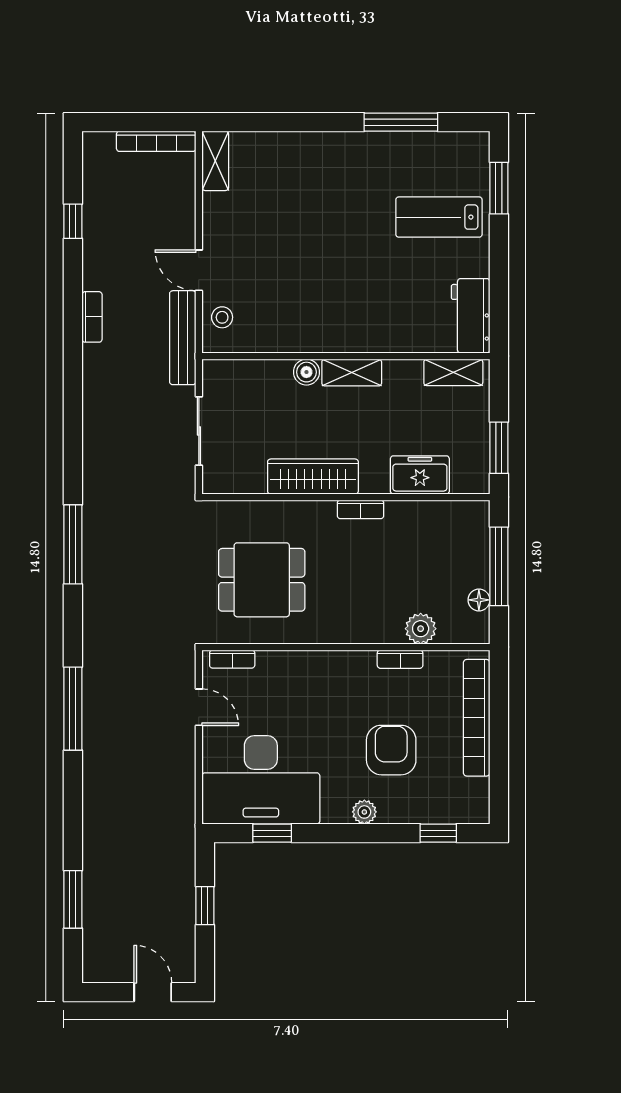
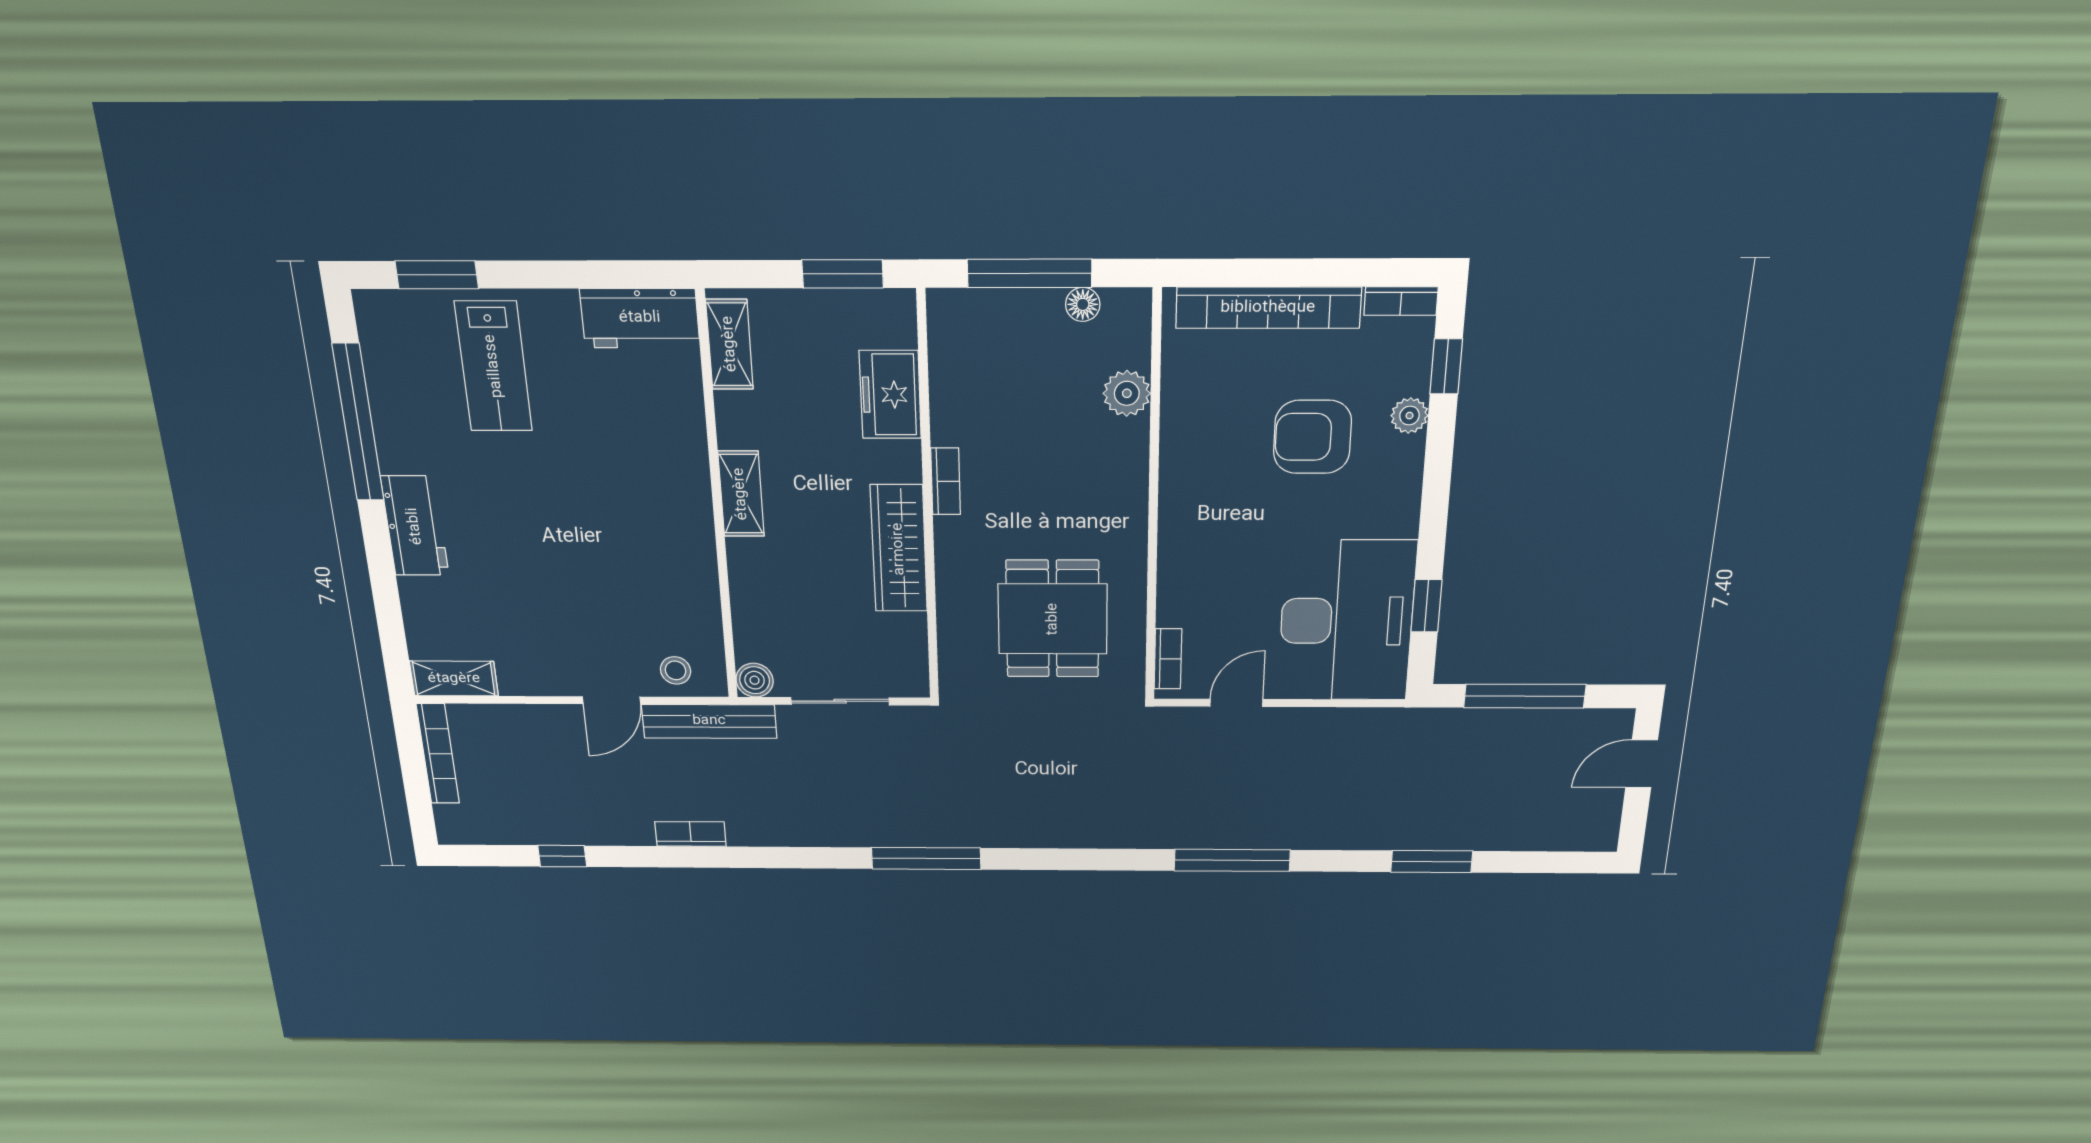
window: (401, 122) -> (358, 423), width x1.46
workbench: (329, 150) -> (415, 526), added
boiler: (306, 372) -> (755, 680), moved
window: (73, 544) -> (926, 858), moved
bookcase: (400, 659) -> (1401, 301), moved, turned 90
plant: (364, 812) -> (1409, 416), moved
window: (73, 899) -> (1432, 862), moved
window: (205, 906) -> (1525, 696), width x2.17

